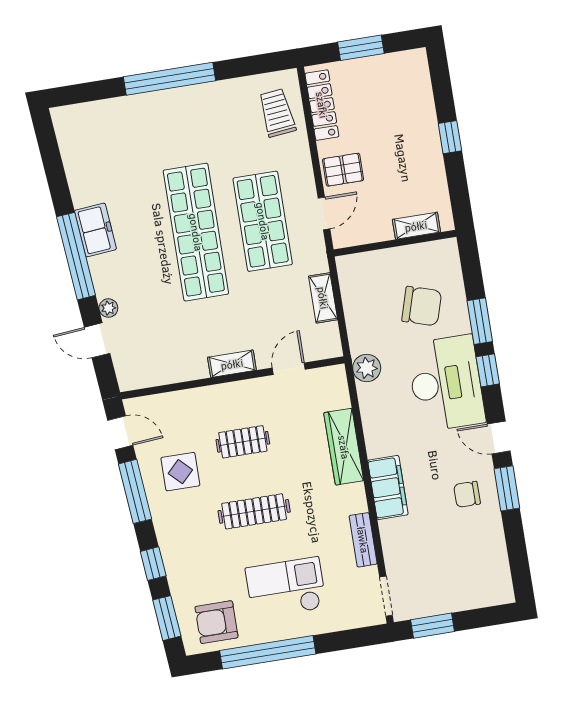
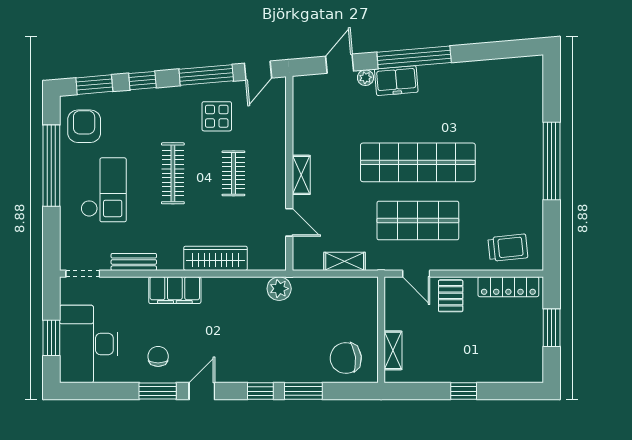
freezer: (95, 230) -> (396, 81), moved
chair: (422, 306) -> (346, 358), moved, turned 66
desk: (446, 383) -> (89, 344), moved, turned 90
window: (432, 626) -> (51, 338), moved

